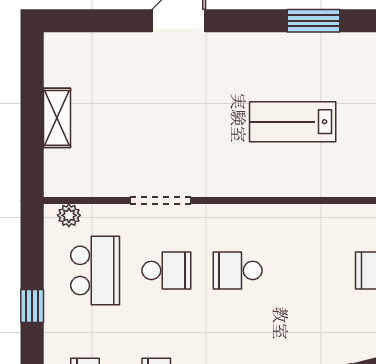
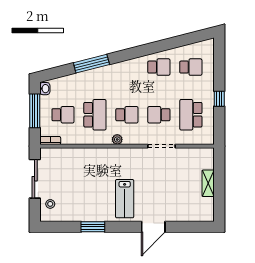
lab bench: (293, 122) -> (125, 199), moved, turned 90
plant: (69, 215) -> (117, 139), moved
school desk: (309, 270) -> (95, 115), added

